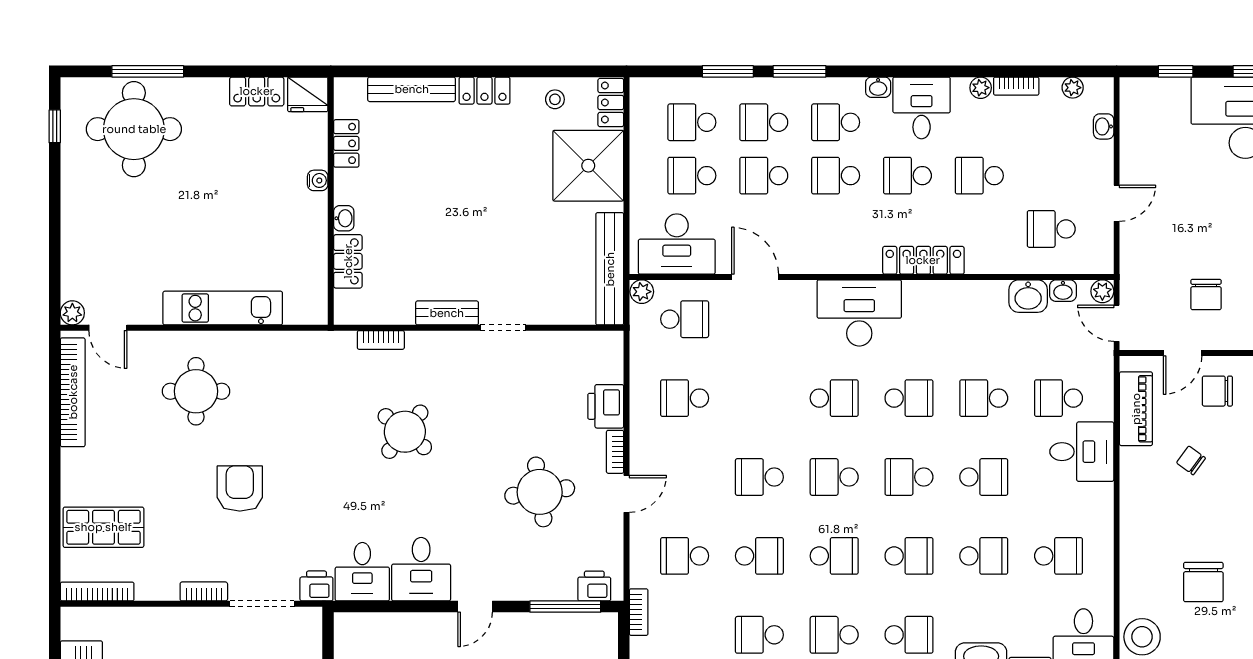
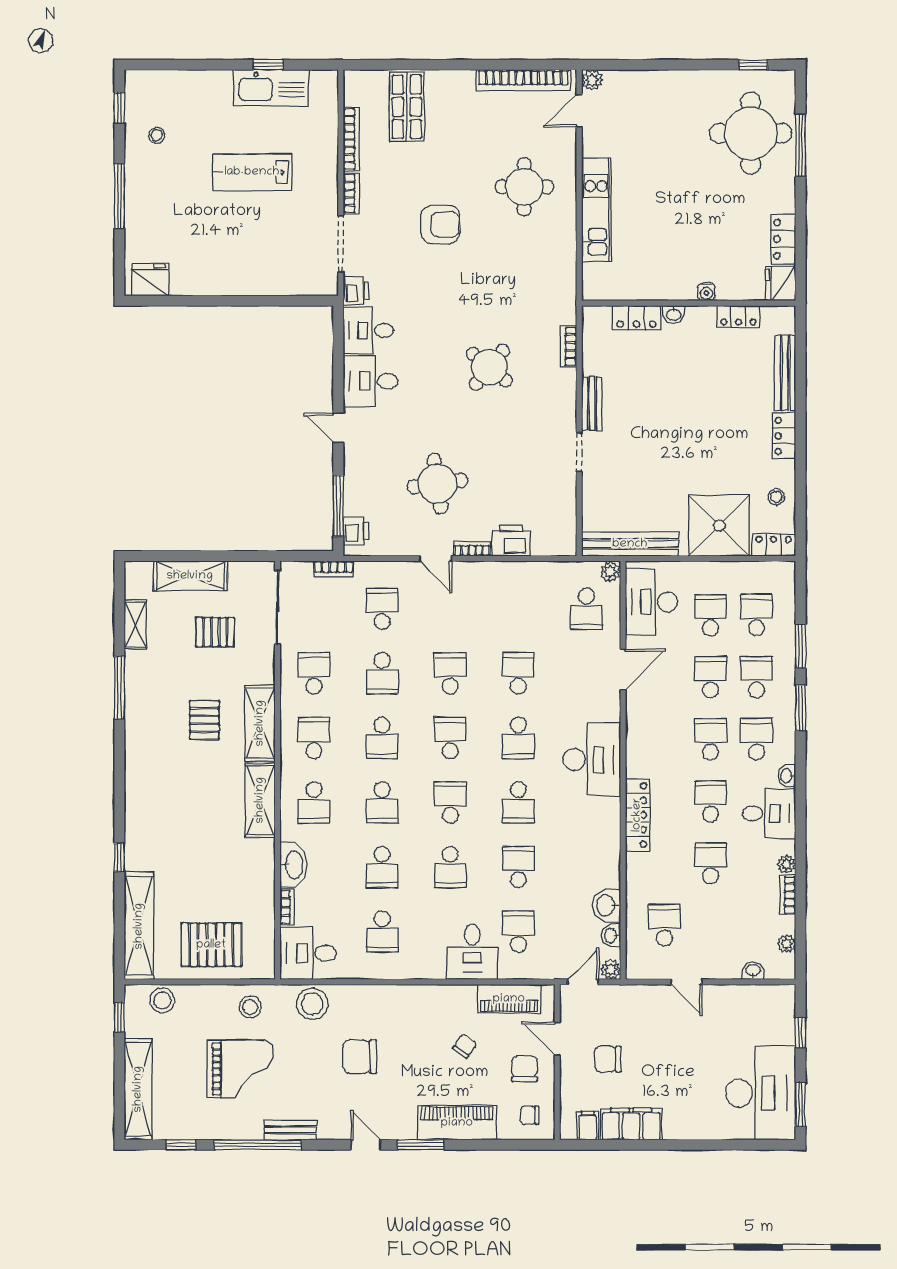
school desk: (685, 398) -> (518, 673), moved
bookcase: (97, 592) -> (351, 139), moved

